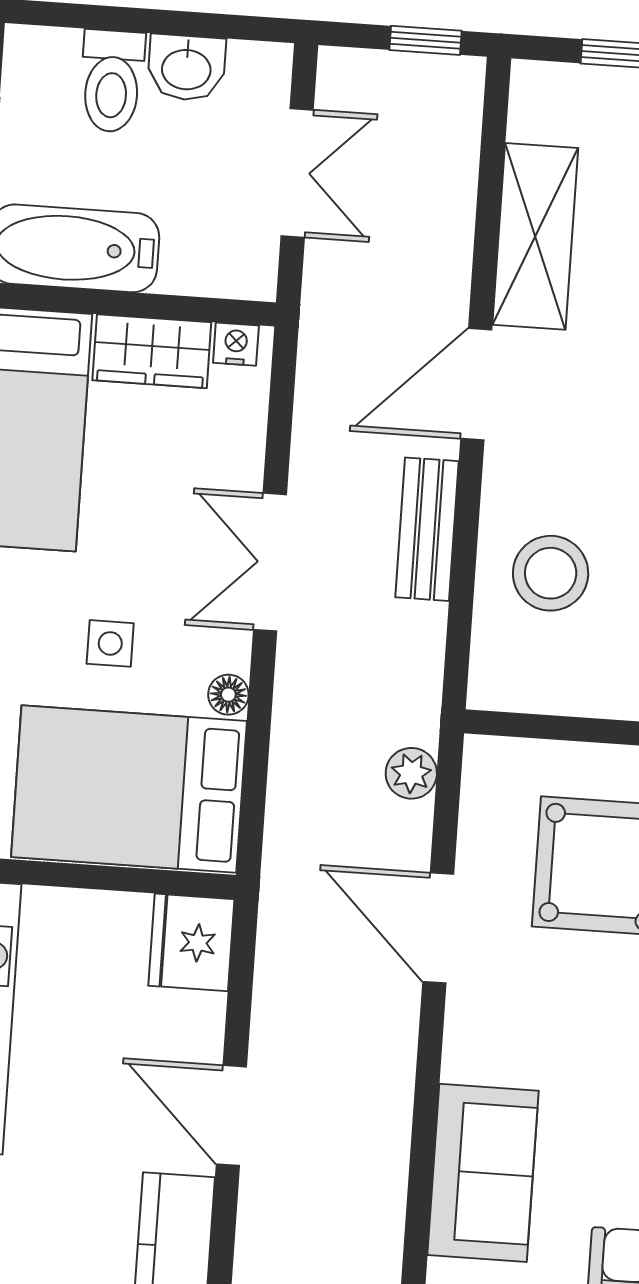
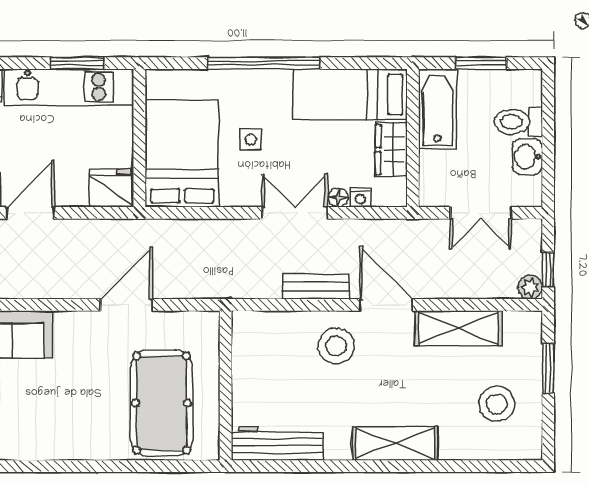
nightstand: (236, 344) -> (360, 197), moved, turned 90
stool: (551, 573) -> (336, 346), moved
floor lamp: (228, 695) -> (338, 198), moved
plant: (411, 773) -> (530, 287), moved

